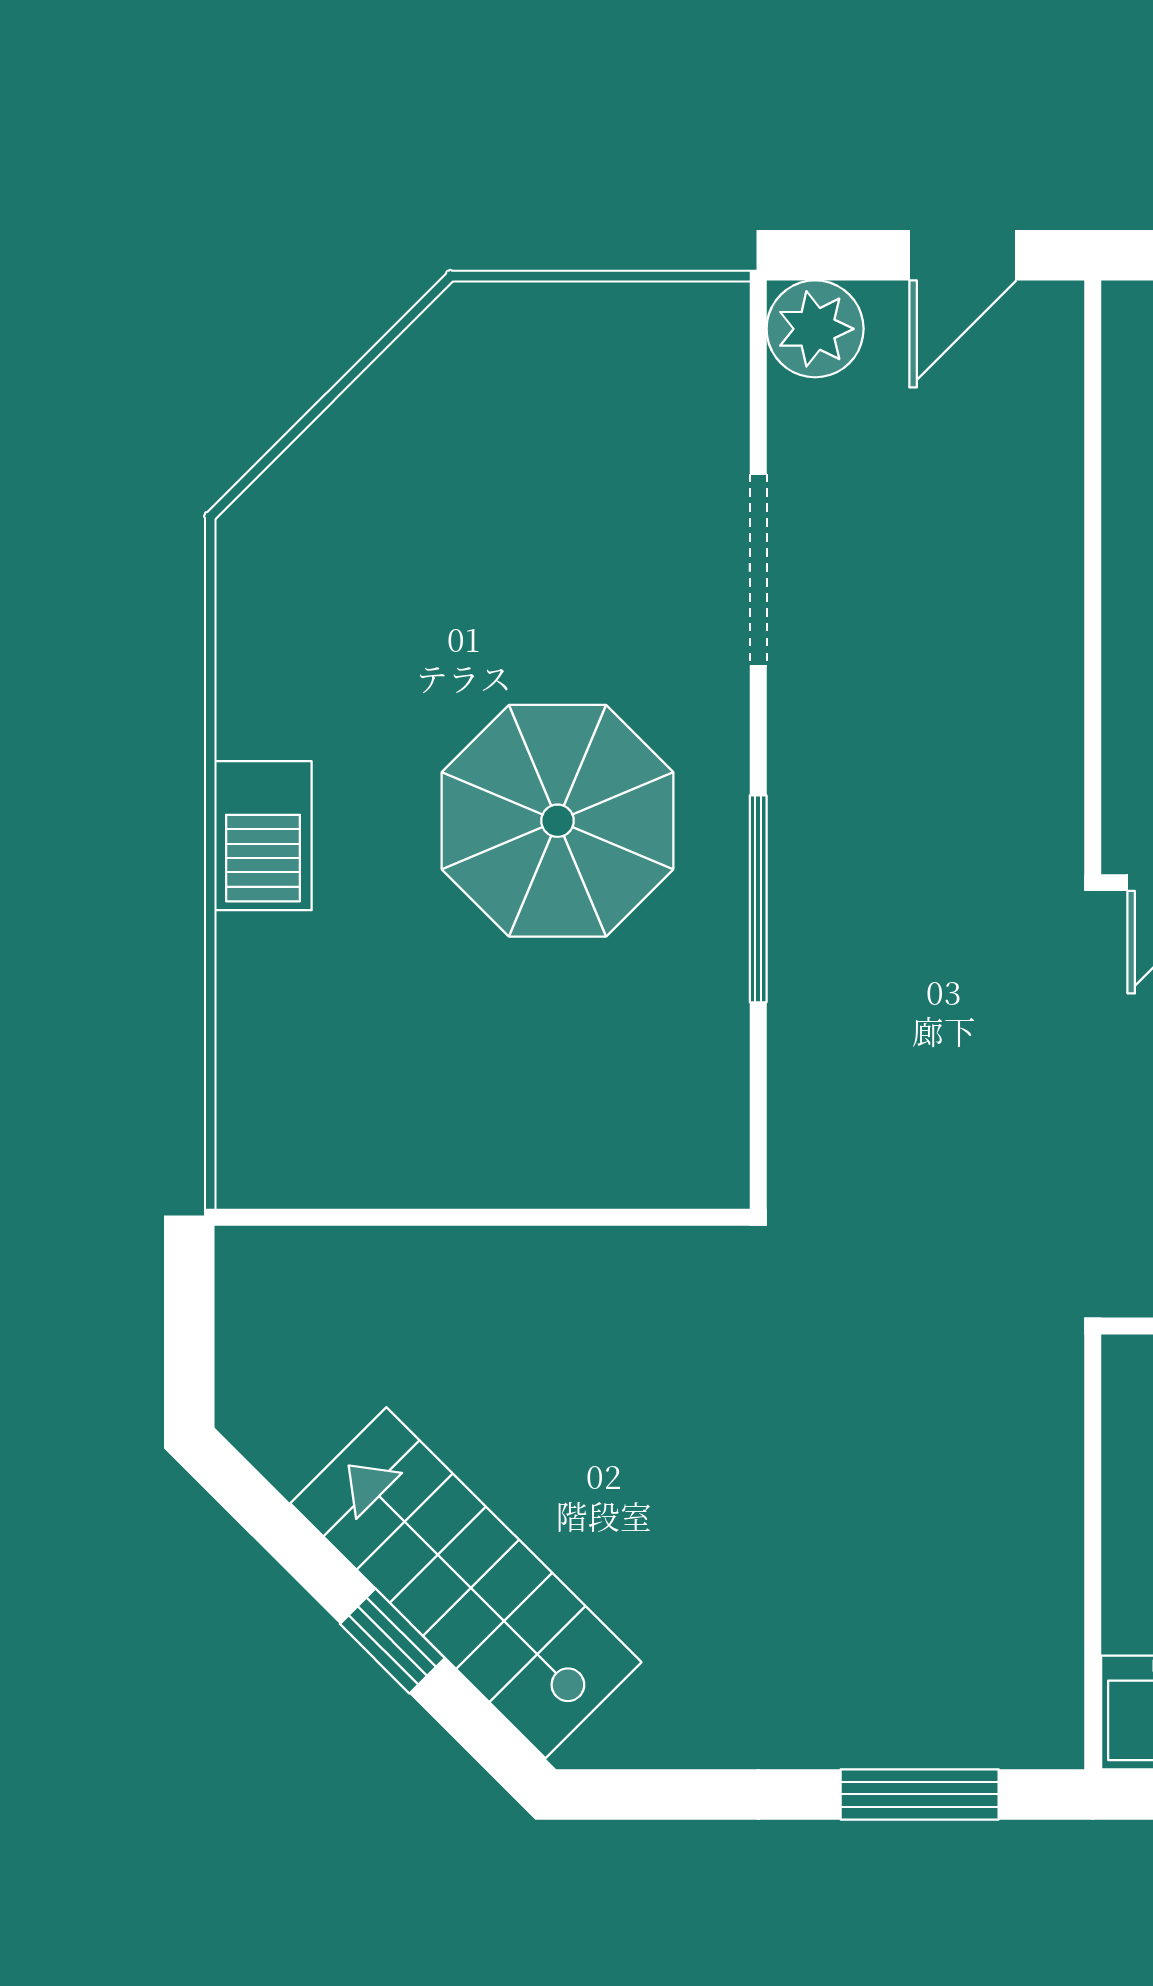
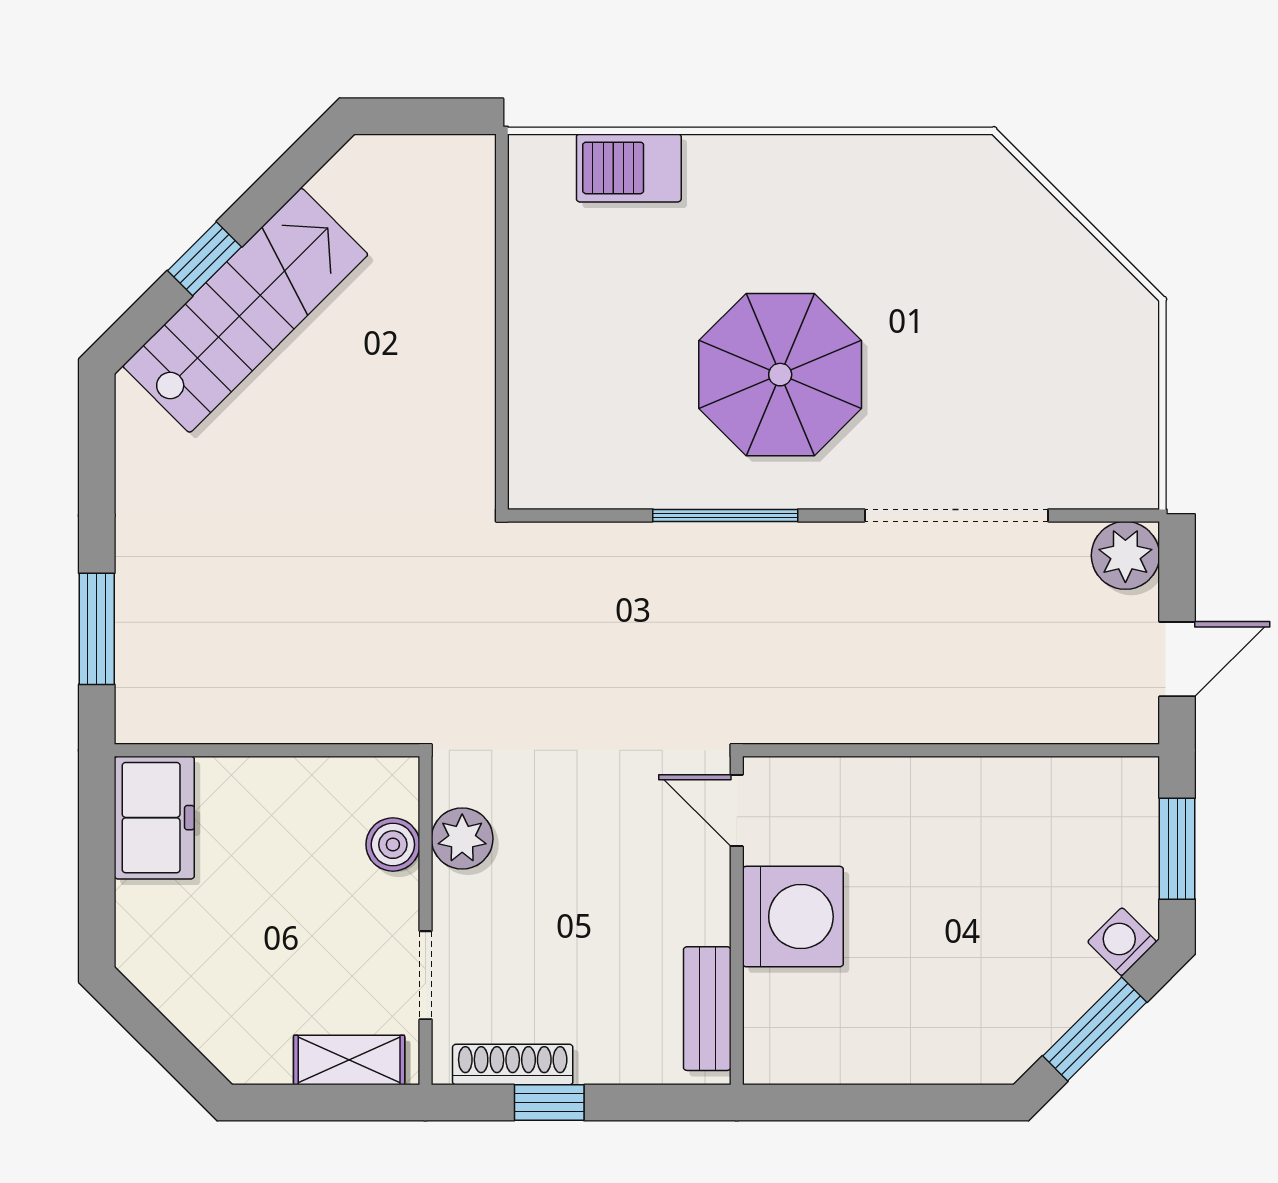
door: (963, 255) -> (1177, 659), swing flipped
doorway: (758, 570) -> (956, 515), width x1.36
barbecue: (263, 836) -> (629, 168), moved

